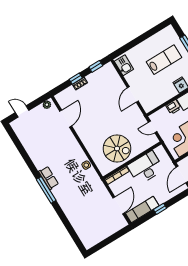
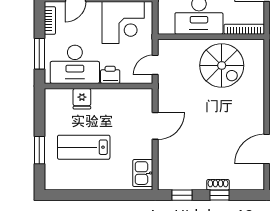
door: (153, 127) -> (155, 65), swing flipped
spiral stairs: (117, 148) -> (222, 65), turned 180

